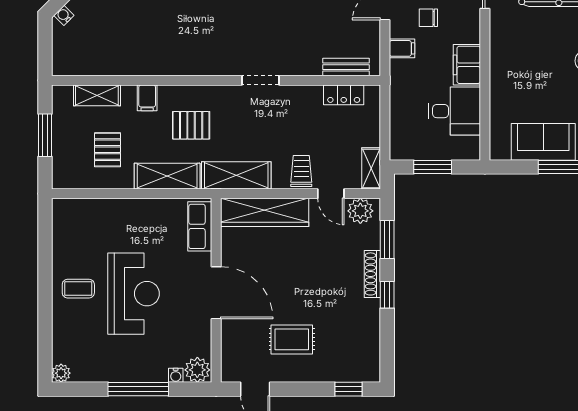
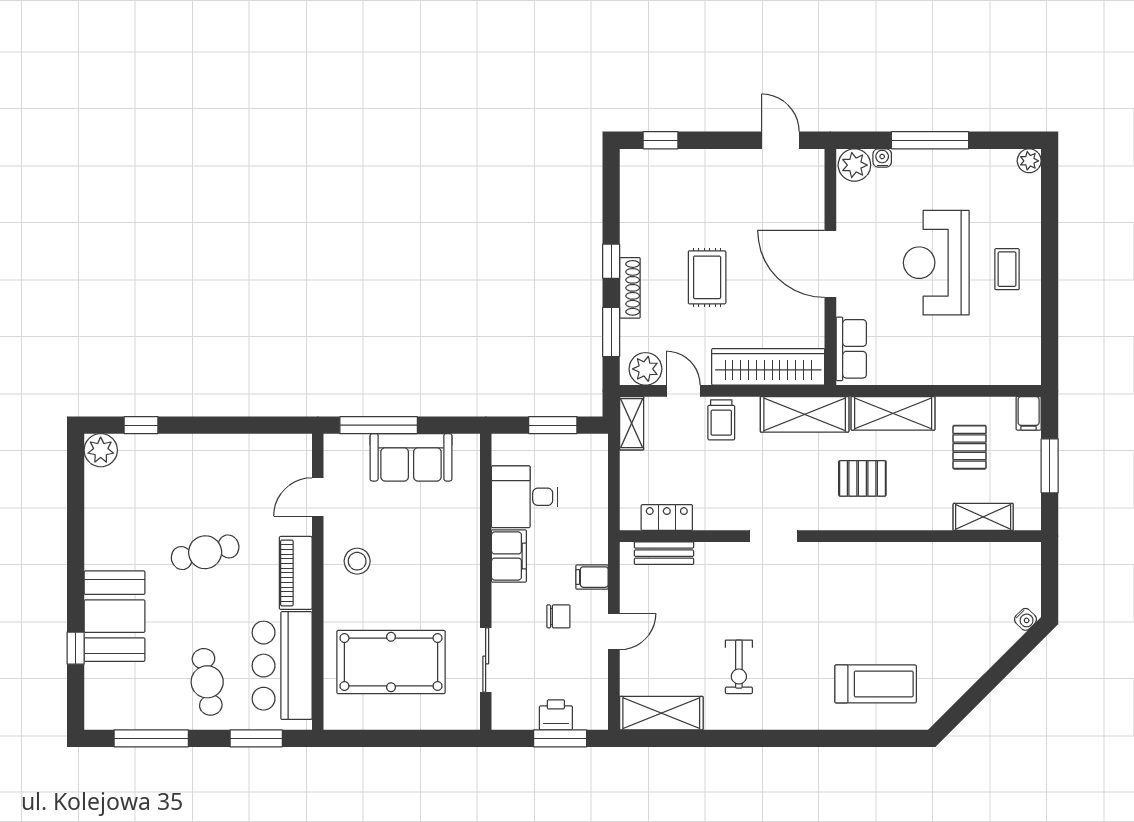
filing cabinet: (147, 98) -> (1029, 413), moved, turned 180
coffee table: (78, 289) -> (1007, 269), turned 90
rug: (292, 339) -> (707, 277), moved, turned 90

